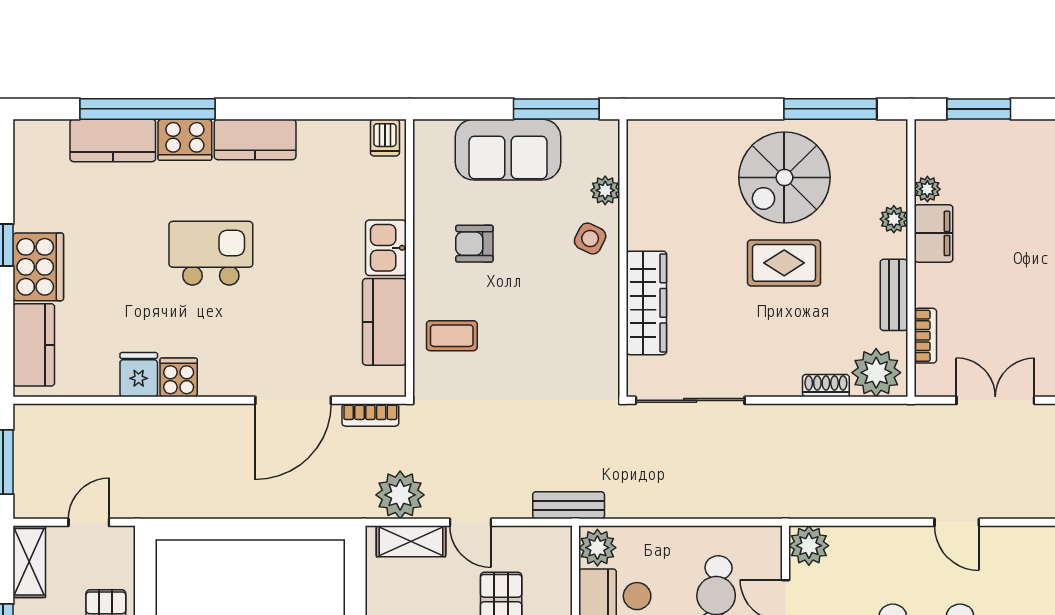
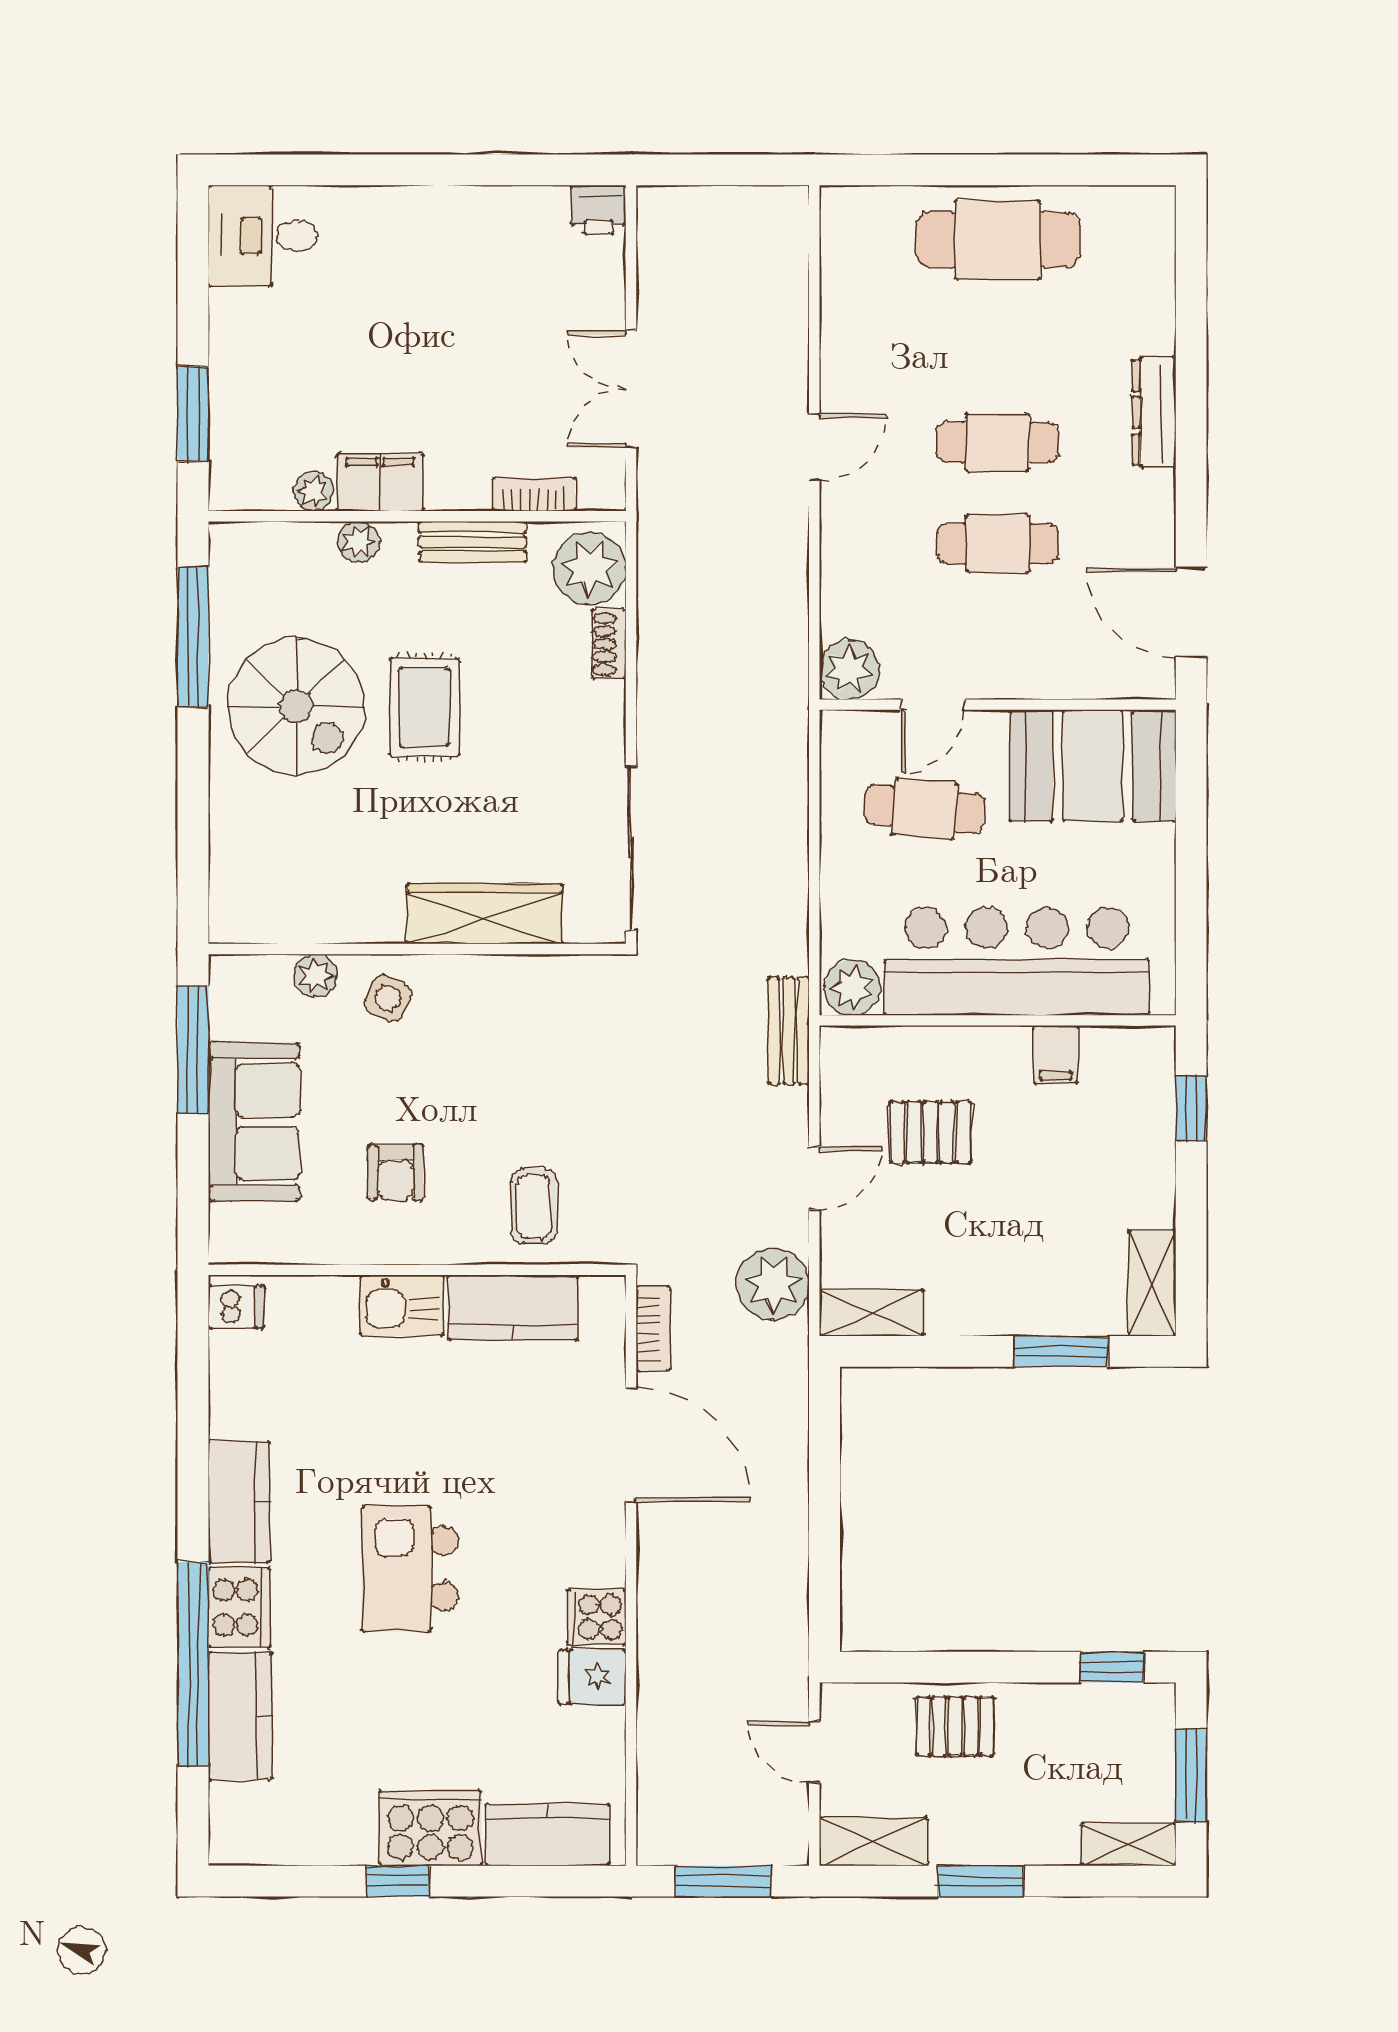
shelving: (411, 541) -> (871, 1313), moved, turned 90

